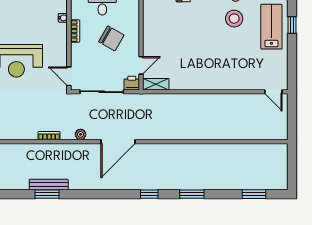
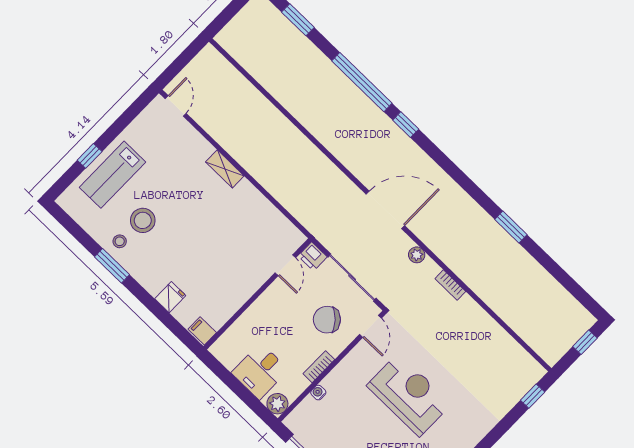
chair: (111, 38) -> (327, 320), moved, turned -73
door: (141, 65) -> (285, 265), swing flipped
shelving: (156, 84) -> (225, 169), moved
bench: (49, 185) -> (500, 235), removed
window: (192, 194) -> (362, 82), width x2.11

